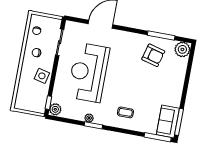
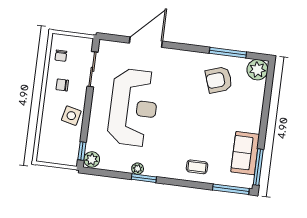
armchair: (153, 55) -> (219, 80), turned 146
reception desk: (88, 72) -> (133, 108), turned 180
coffee table: (125, 112) -> (197, 167), moved
sofa: (168, 121) -> (245, 153), moved

